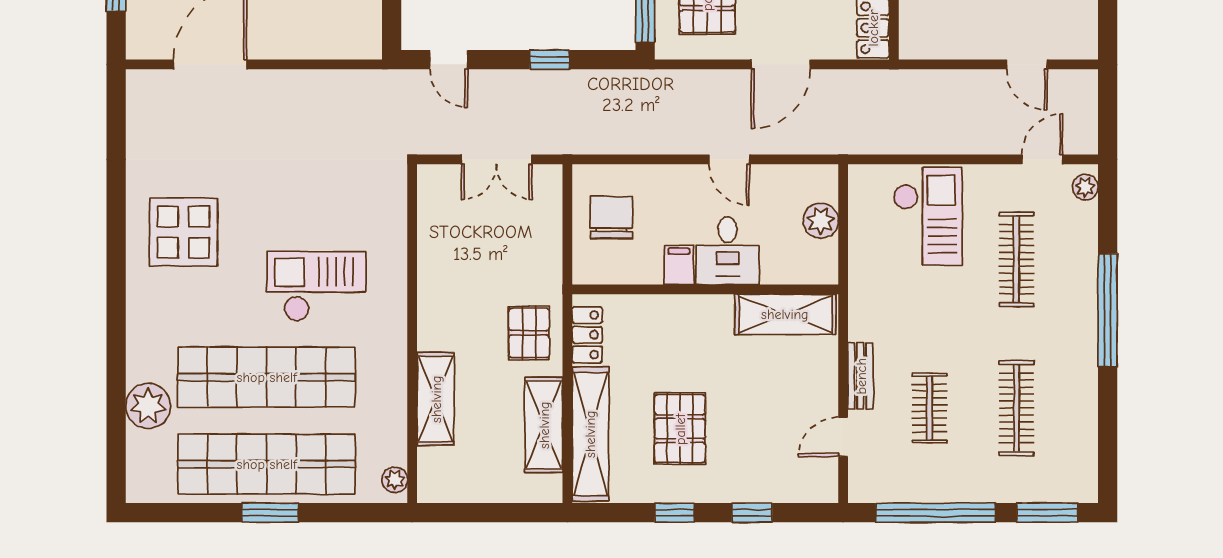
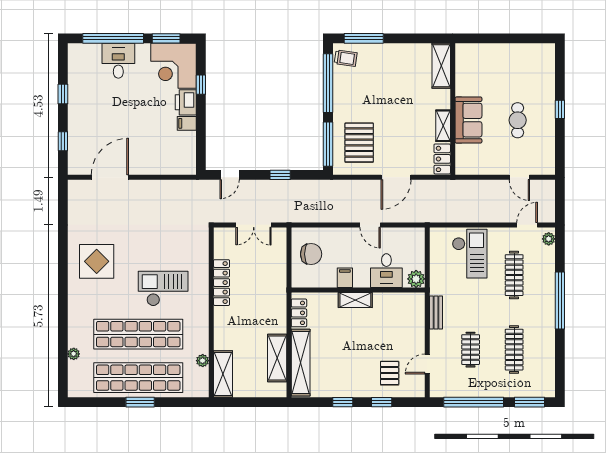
door: (449, 60) -> (230, 175), hinge flipped
chair: (611, 217) -> (311, 254), turned 90
plant: (821, 221) -> (416, 279), moved
desk: (728, 251) -> (386, 271), moved
locker: (433, 274) -> (222, 283), added
shelving: (785, 314) -> (355, 300), moved, width x0.67, depth x0.75
pallet: (529, 333) -> (270, 312), removed
bench: (861, 376) -> (436, 312), moved
shelving: (436, 399) -> (223, 374), moved
plant: (148, 406) -> (74, 354), width x0.53, depth x0.53
pallet: (680, 429) -> (390, 373), moved, width x0.67, depth x0.71
plant: (395, 480) -> (203, 361), moved

